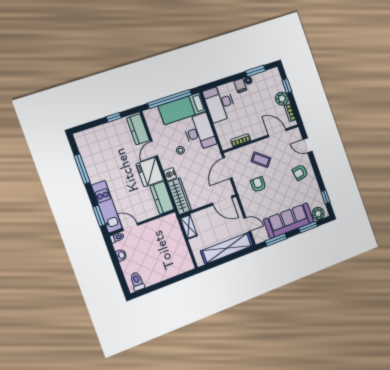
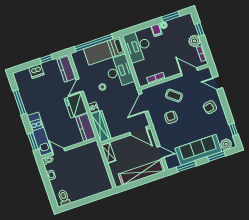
dishwasher: (102, 132) -> (36, 71), added

